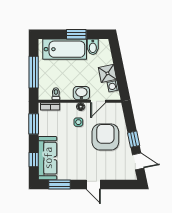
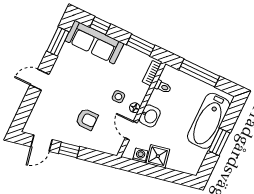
bidet: (93, 47) -> (196, 154), removed
armchair: (105, 137) -> (87, 119), width x0.53, depth x0.53

